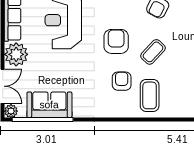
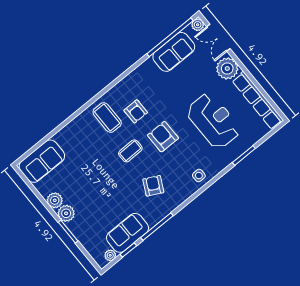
armchair: (116, 41) -> (163, 137), turned 180
coffee table: (153, 52) -> (130, 151), turned 46

